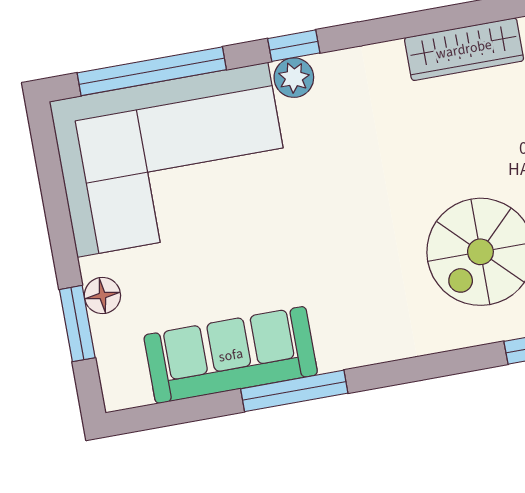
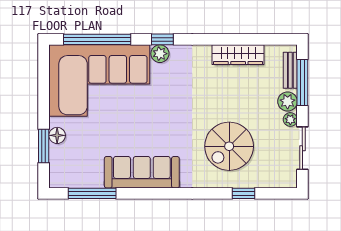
sofa: (231, 355) -> (142, 172), moved
window: (294, 391) -> (92, 193), moved

